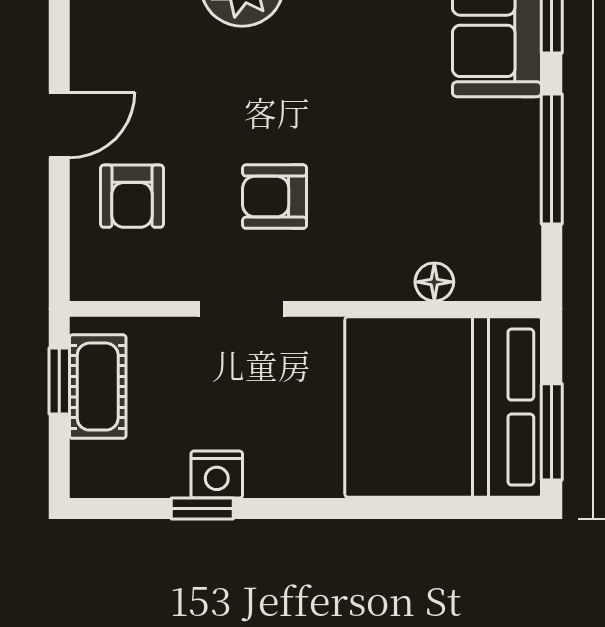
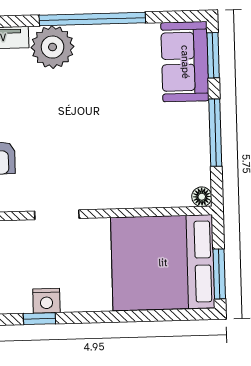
armchair: (275, 197) -> (72, 156), removed
floor lamp: (434, 282) -> (202, 197), moved

